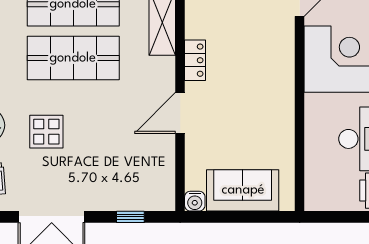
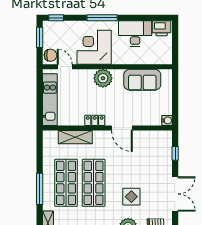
plant: (277, 76) -> (103, 78), added
sofa: (243, 190) -> (142, 80), moved, turned -90

